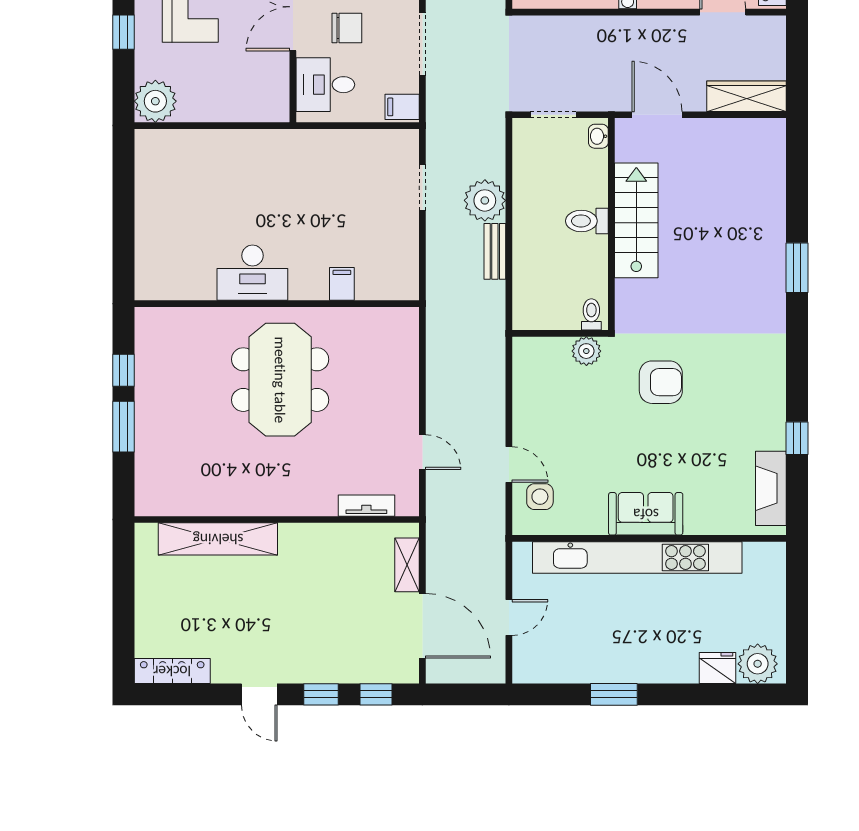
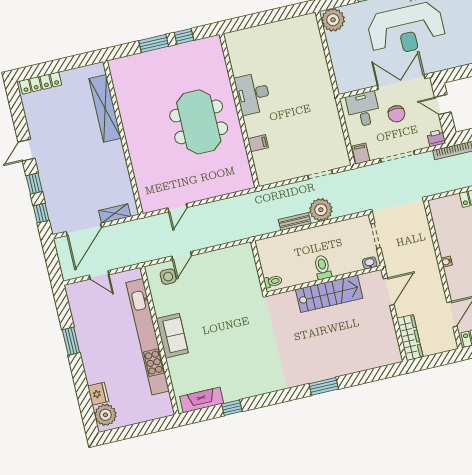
plant: (586, 351) -> (252, 283), removed
meeting table: (280, 380) -> (199, 122), turned 90
armchair: (661, 382) -> (245, 327), removed
tv unit: (366, 506) -> (142, 184), removed
locker: (172, 671) -> (41, 83), moved, turned 90

